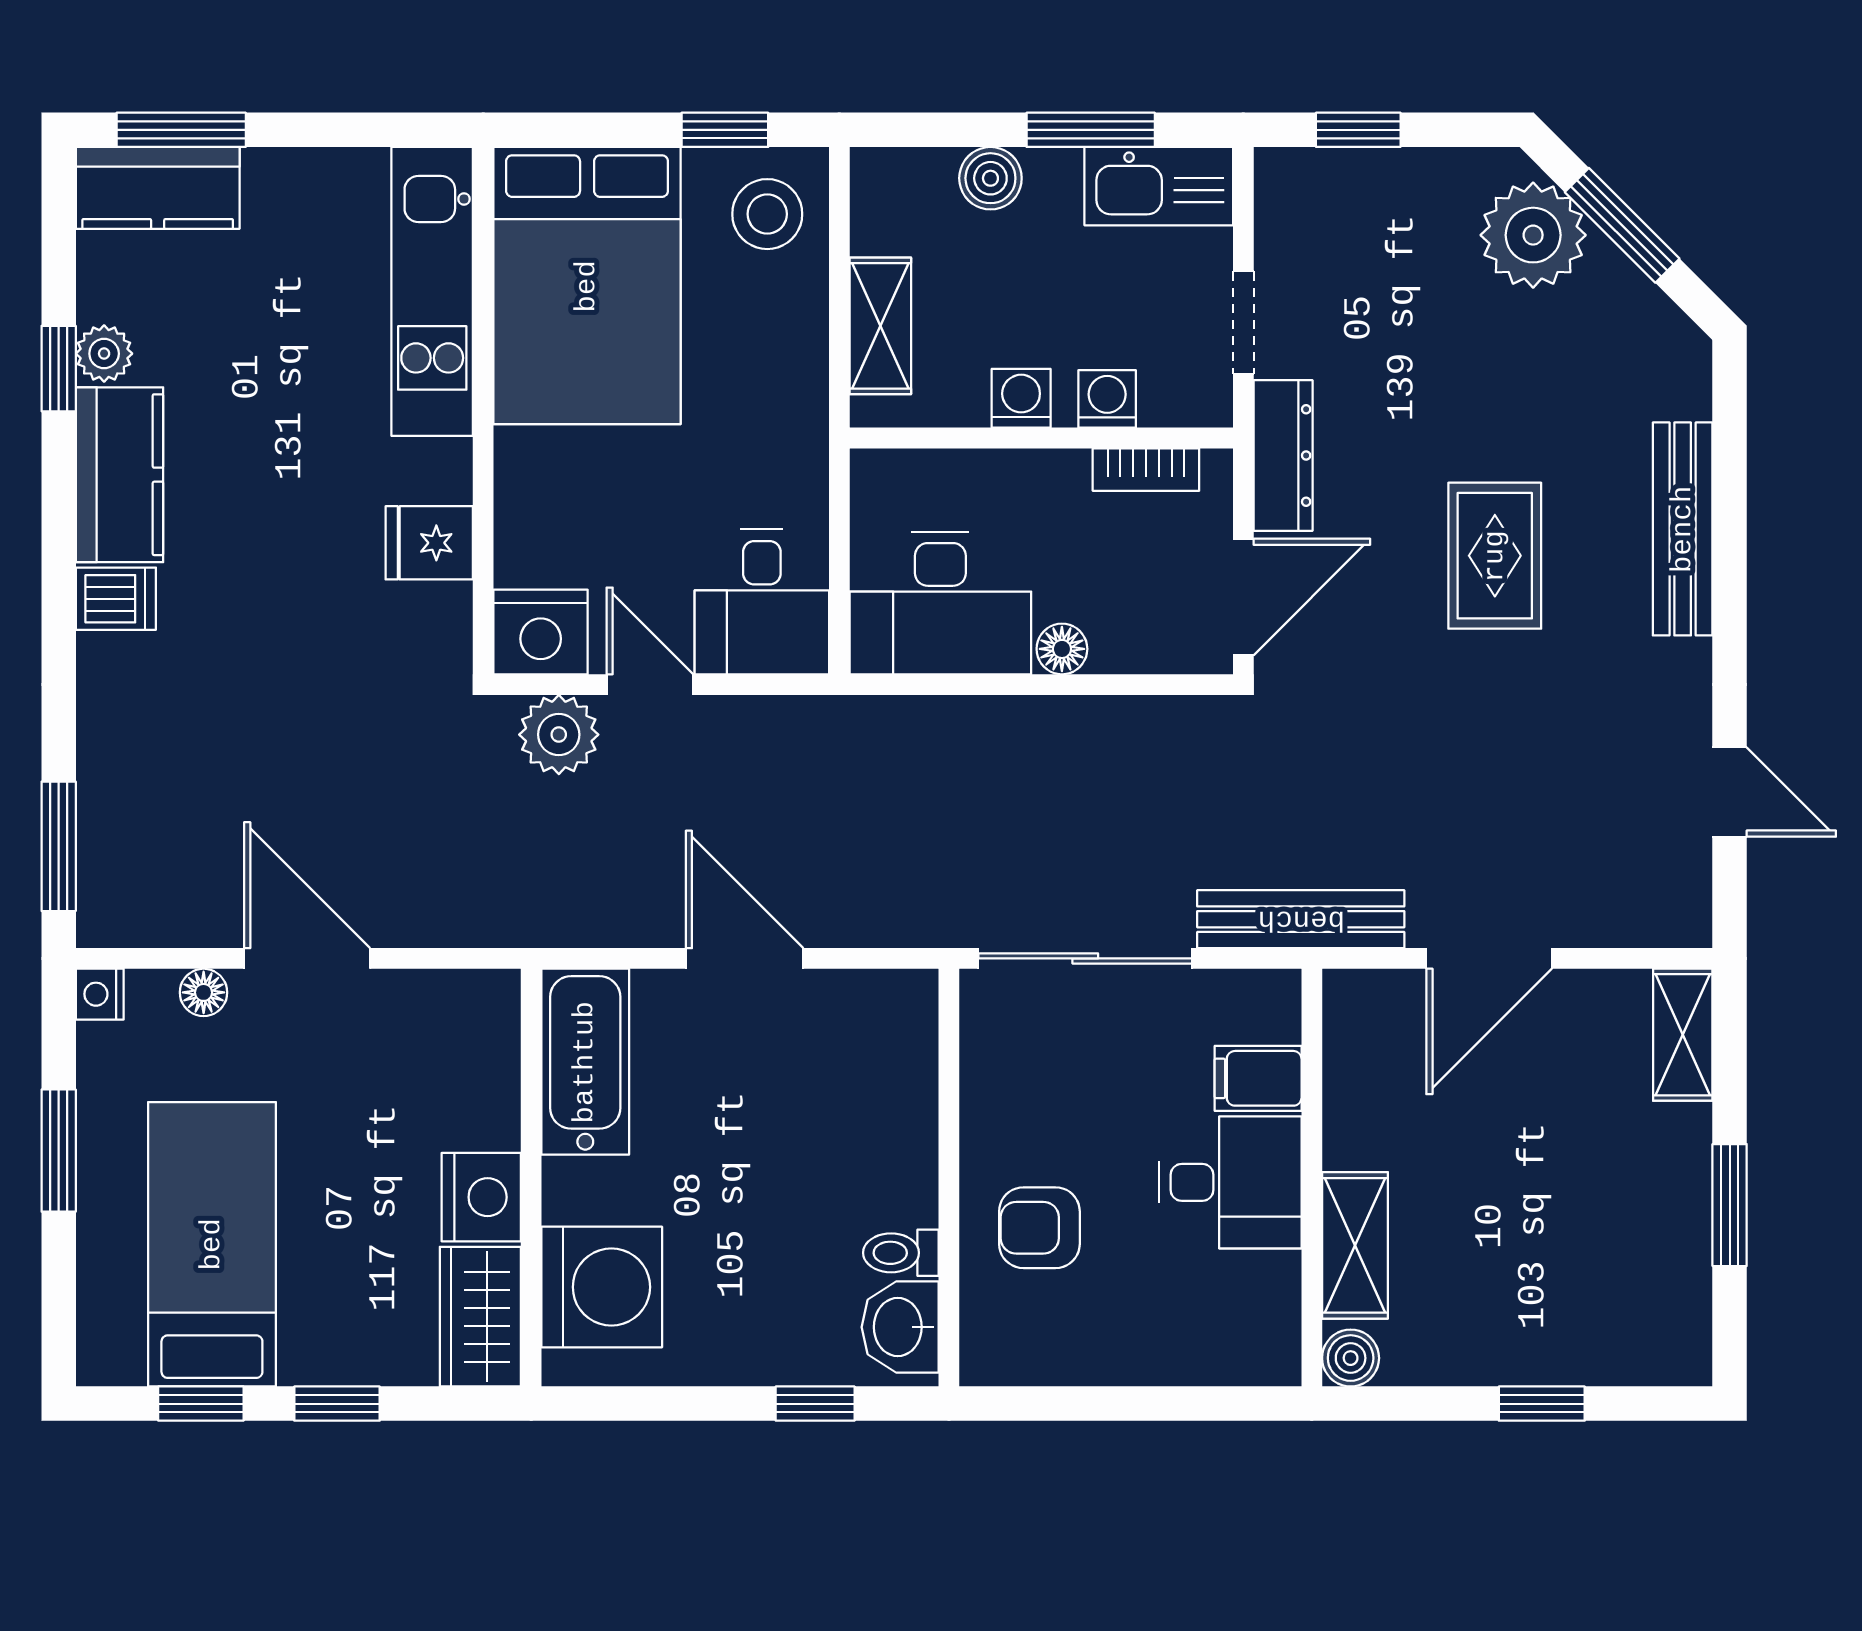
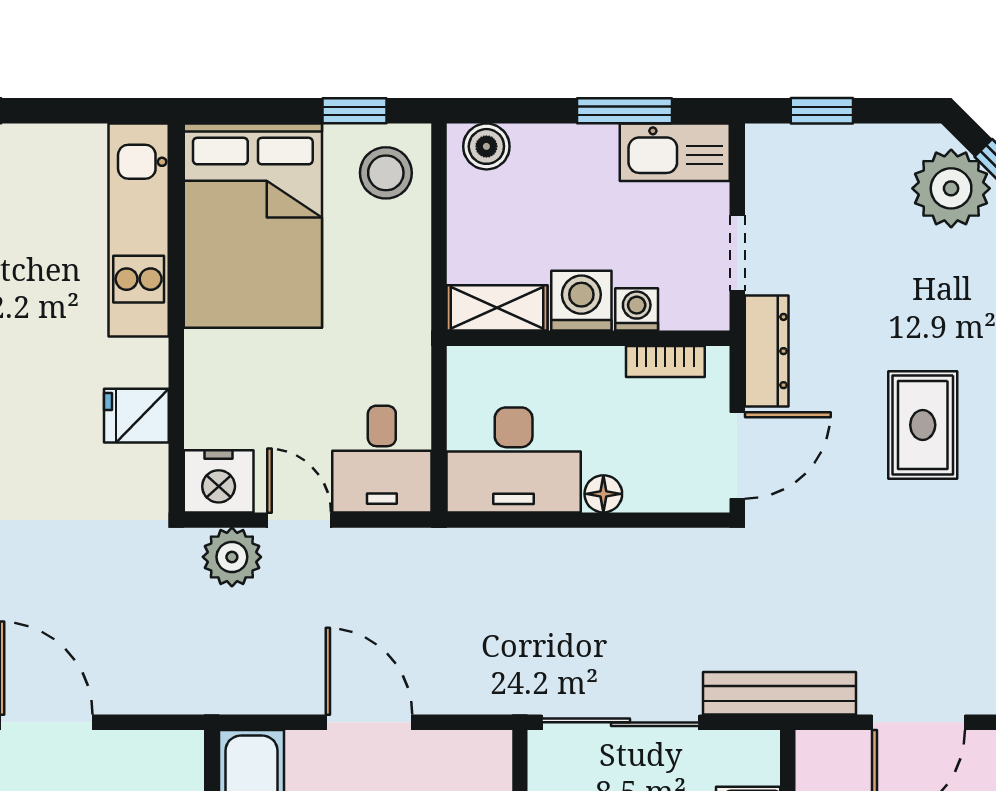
boiler: (990, 178) -> (486, 146), moved
shelving: (880, 326) -> (497, 308), moved, turned 90
washing machine: (1021, 398) -> (581, 301), width x1.38, depth x1.38

